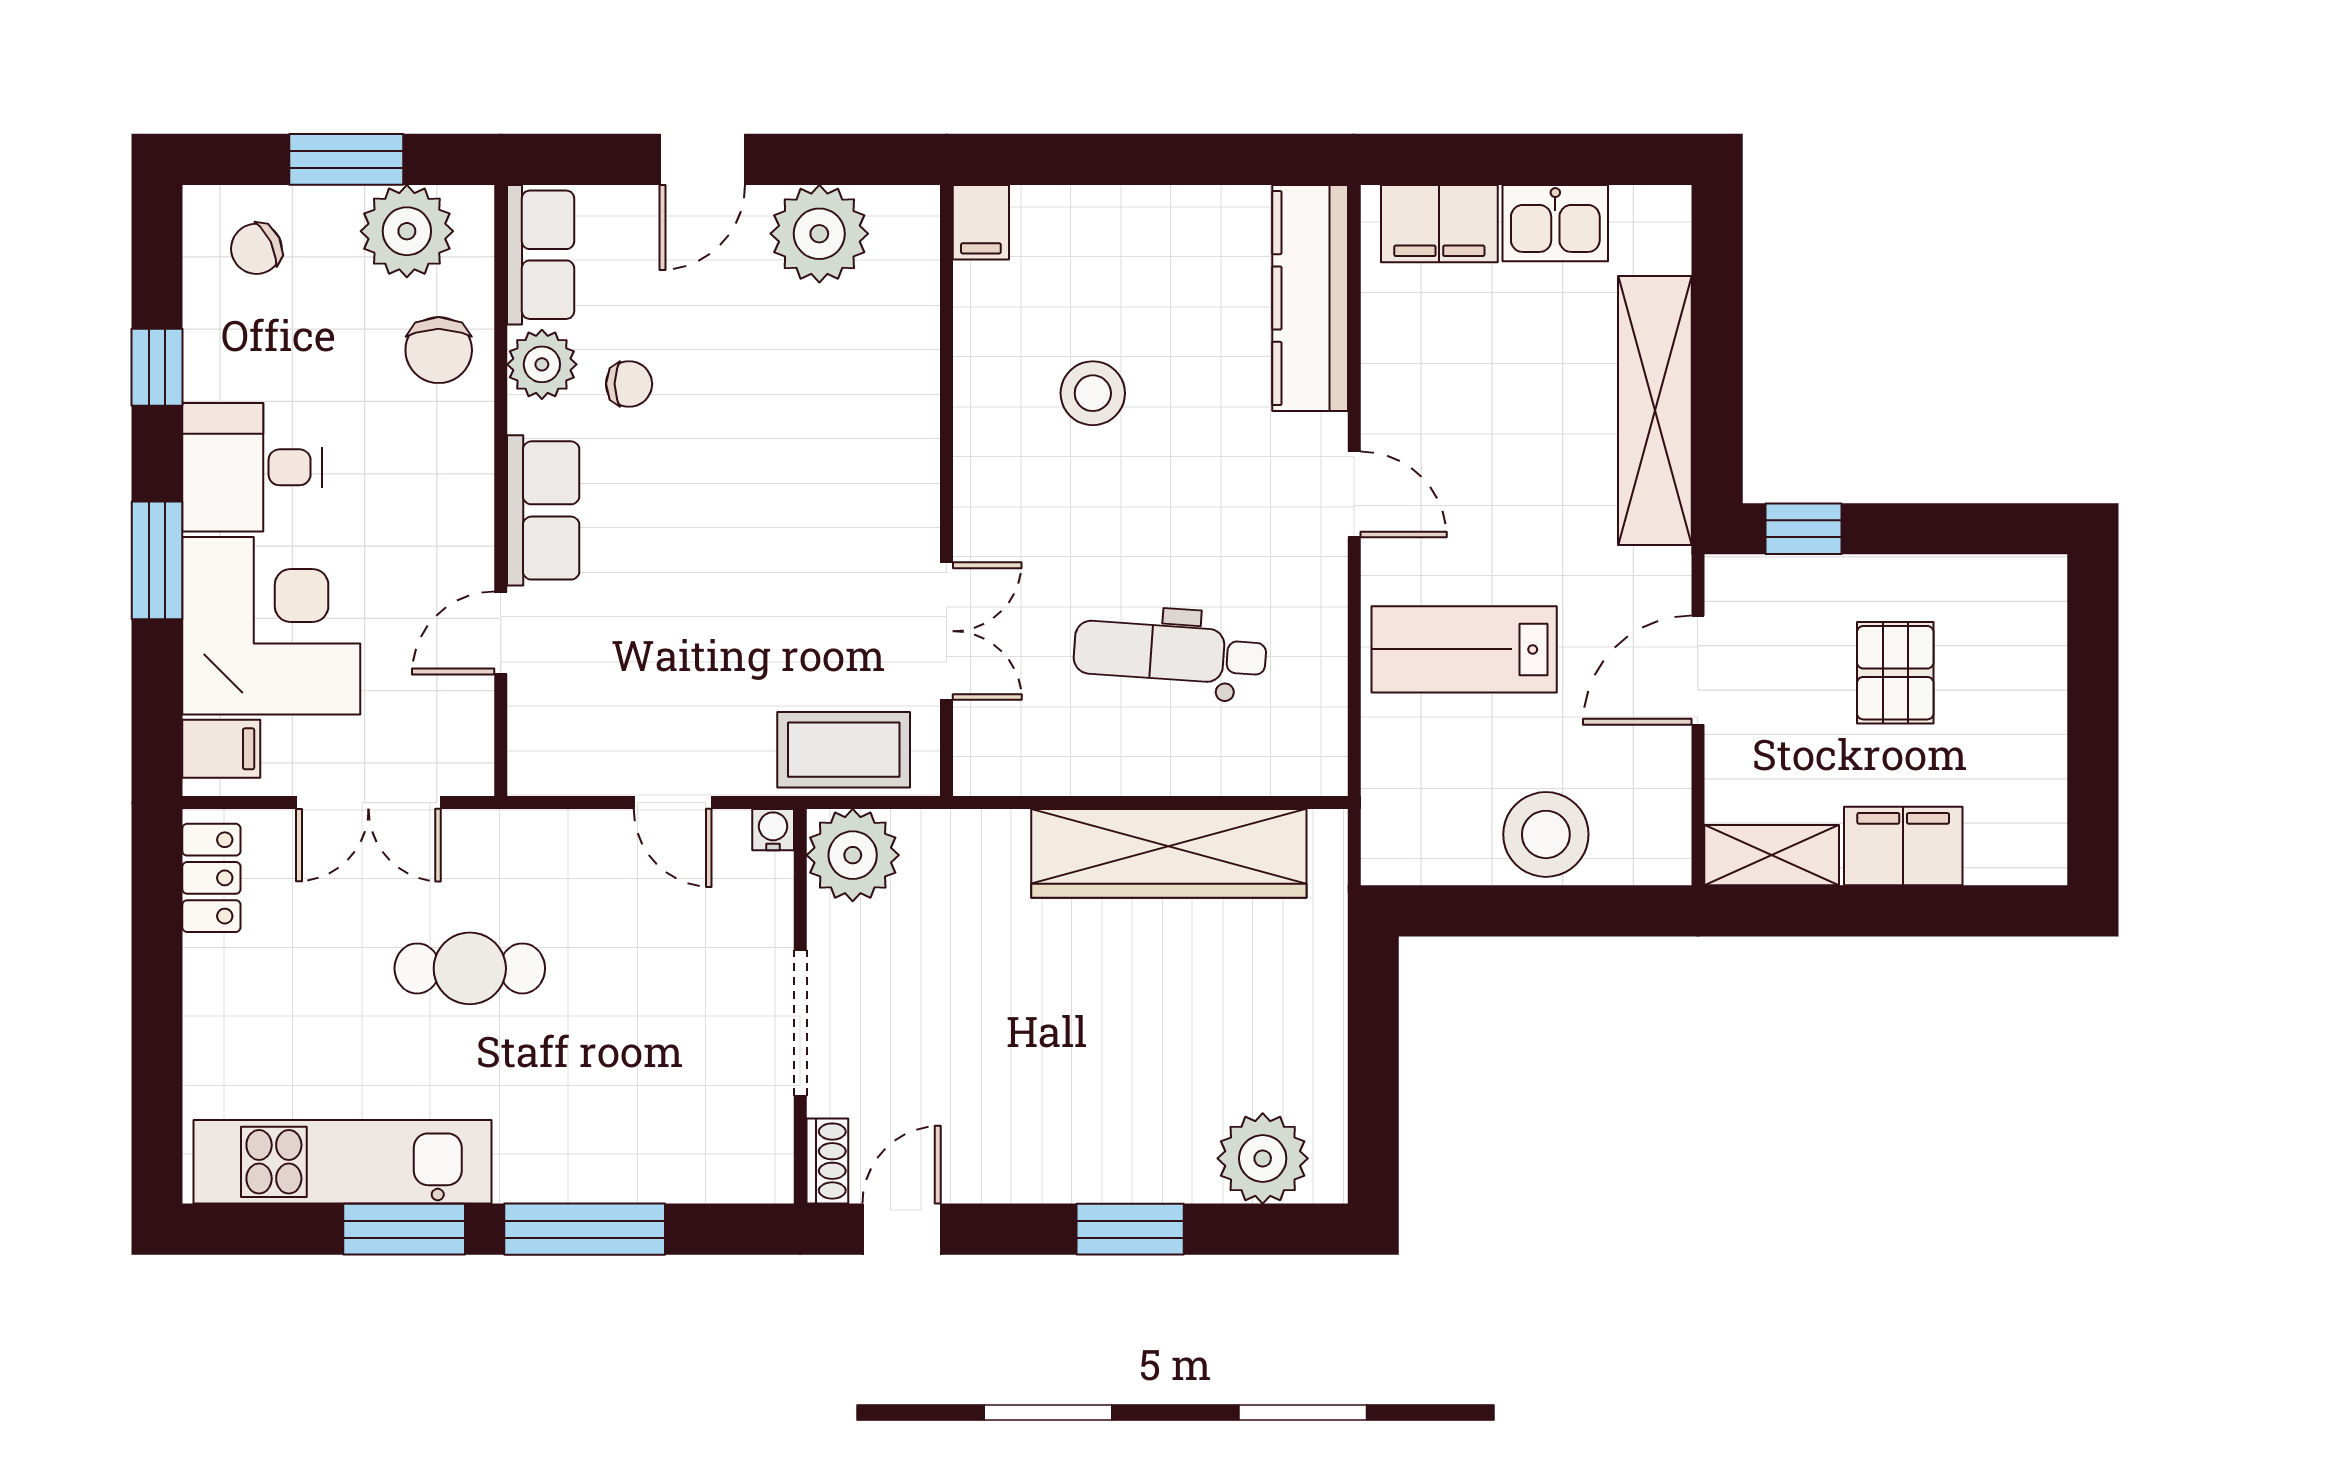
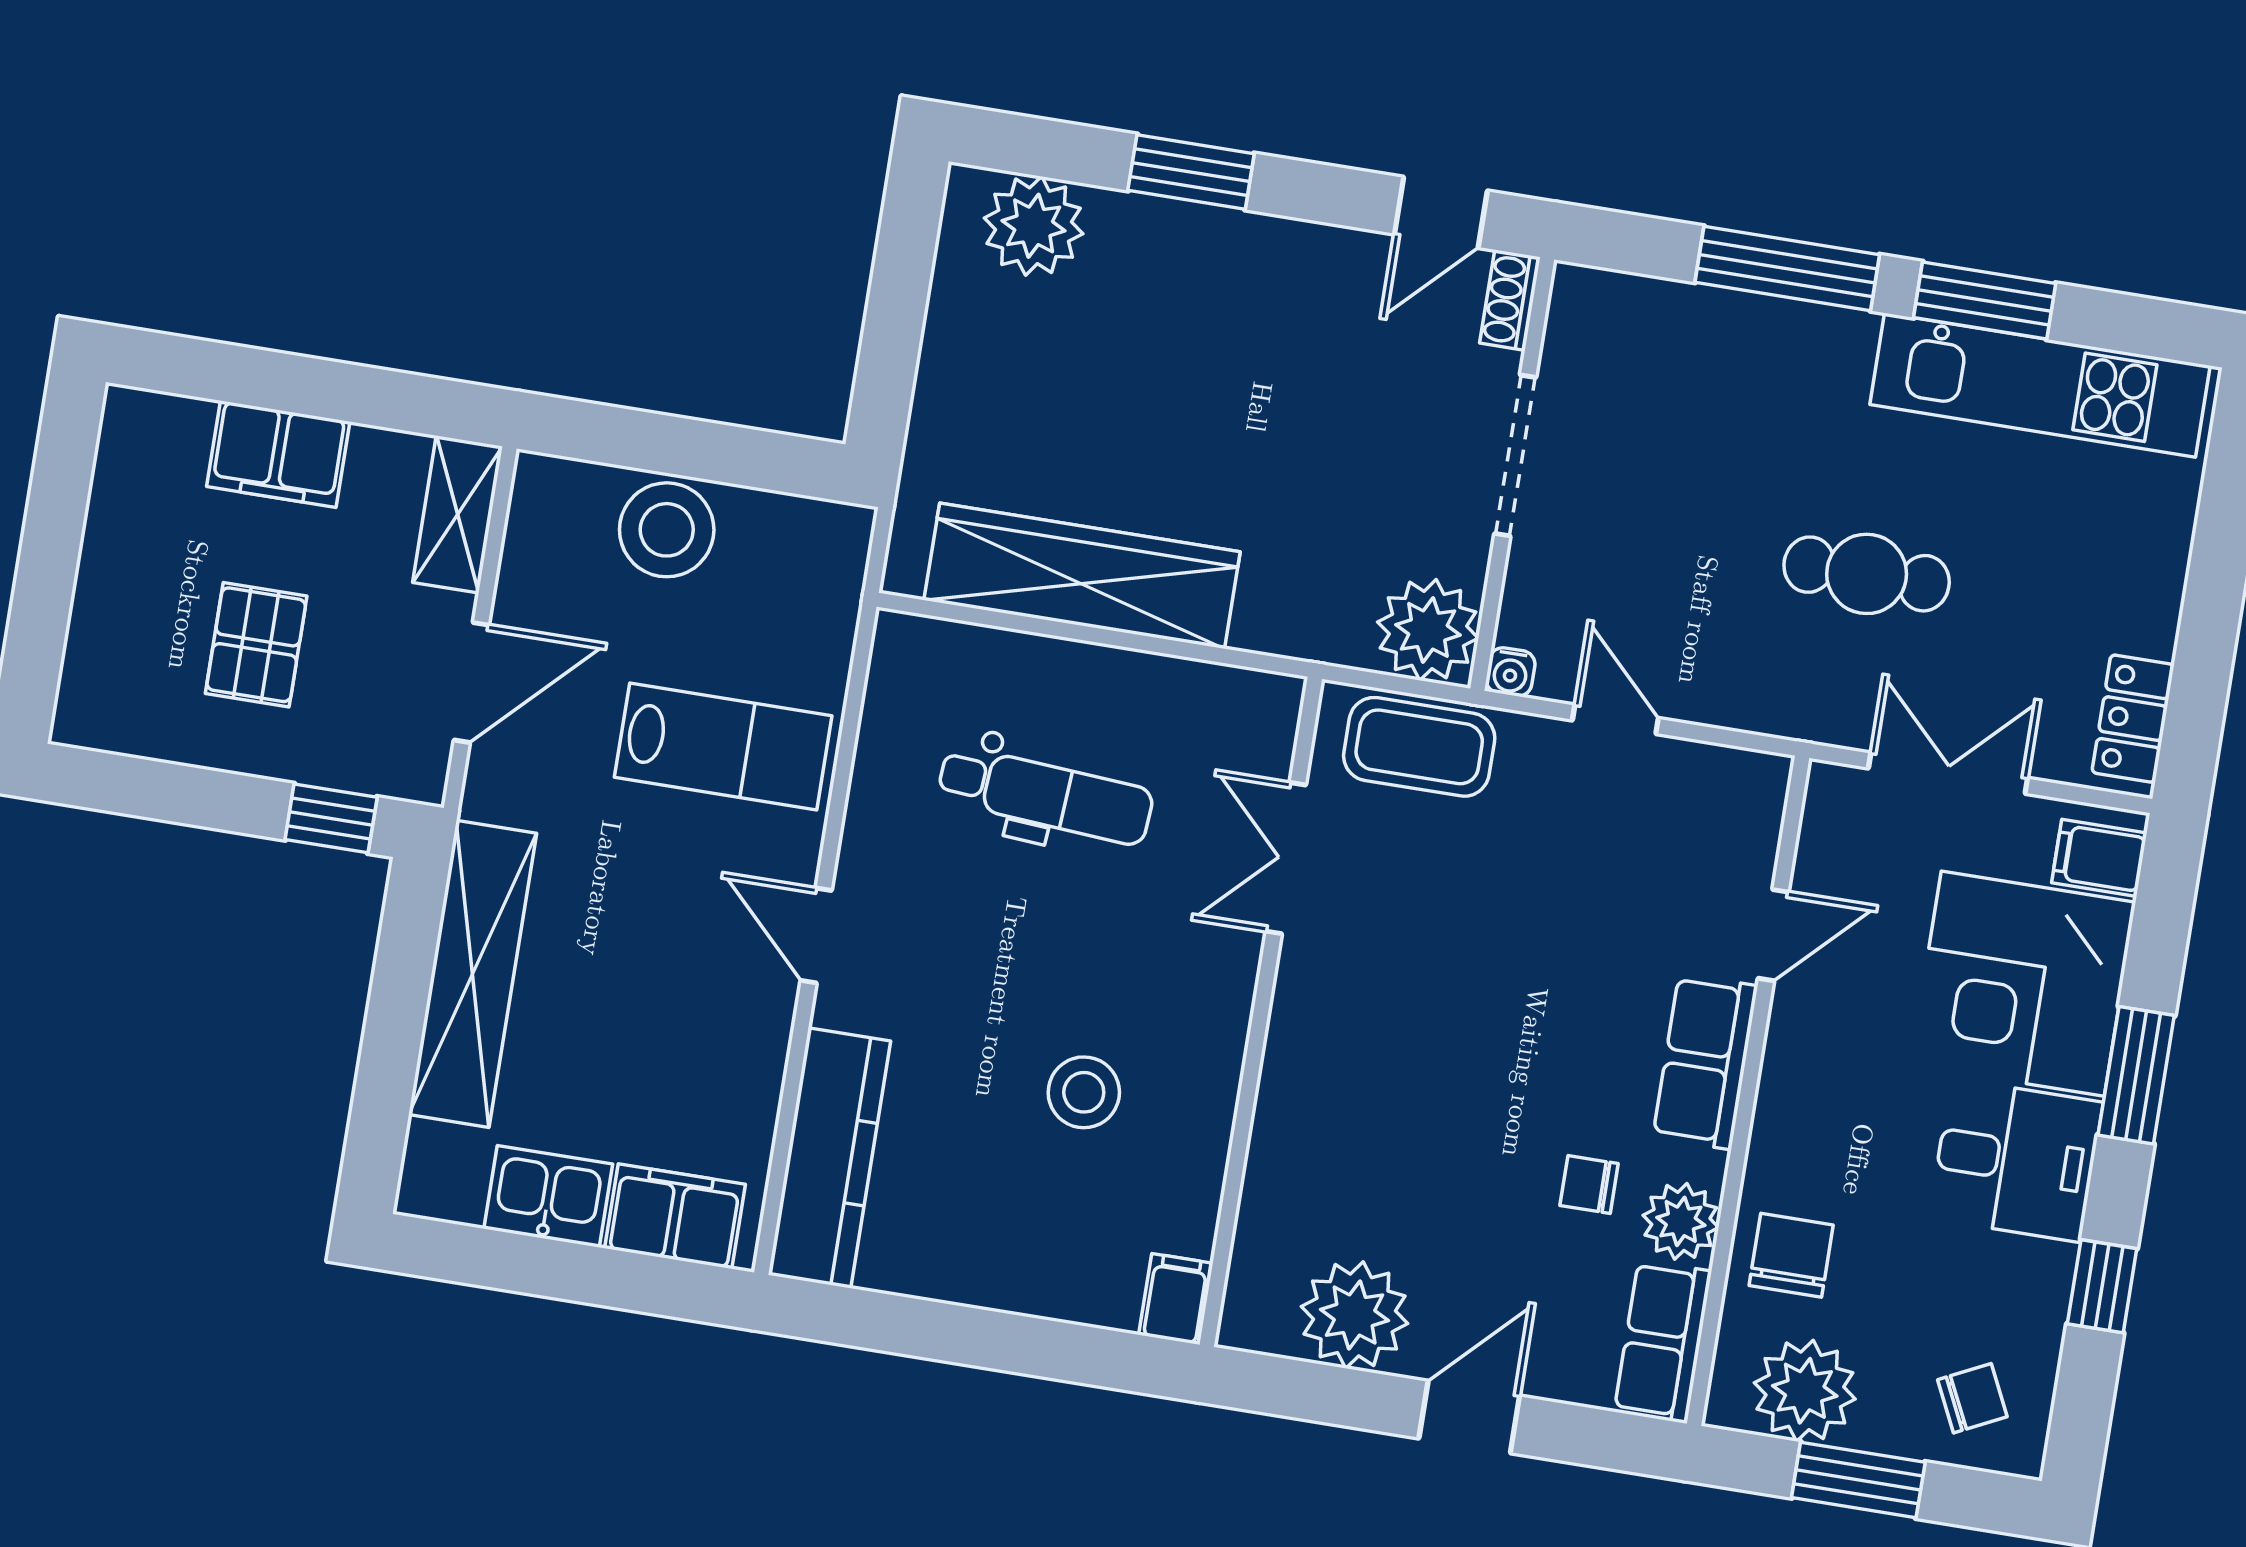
shelving: (1772, 855) -> (458, 514), moved, turned 90

